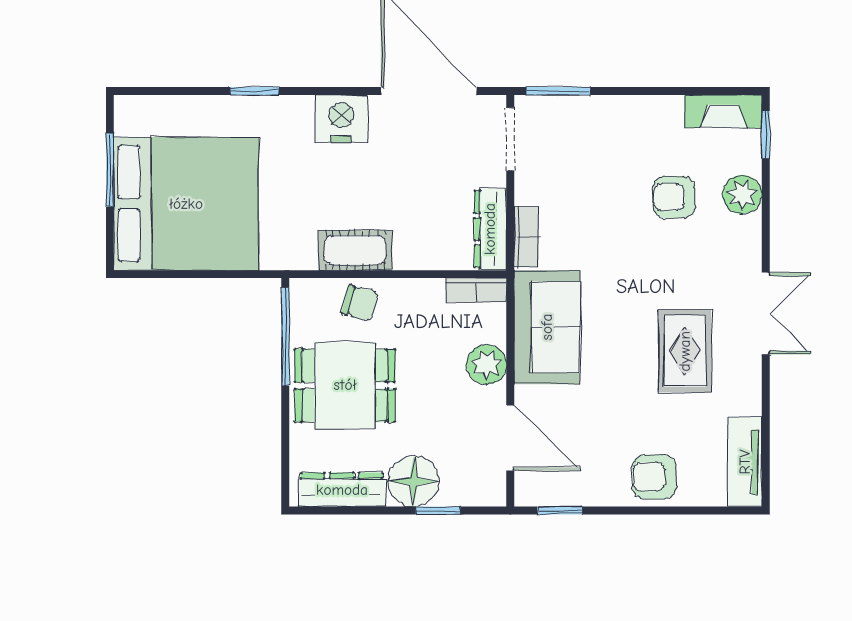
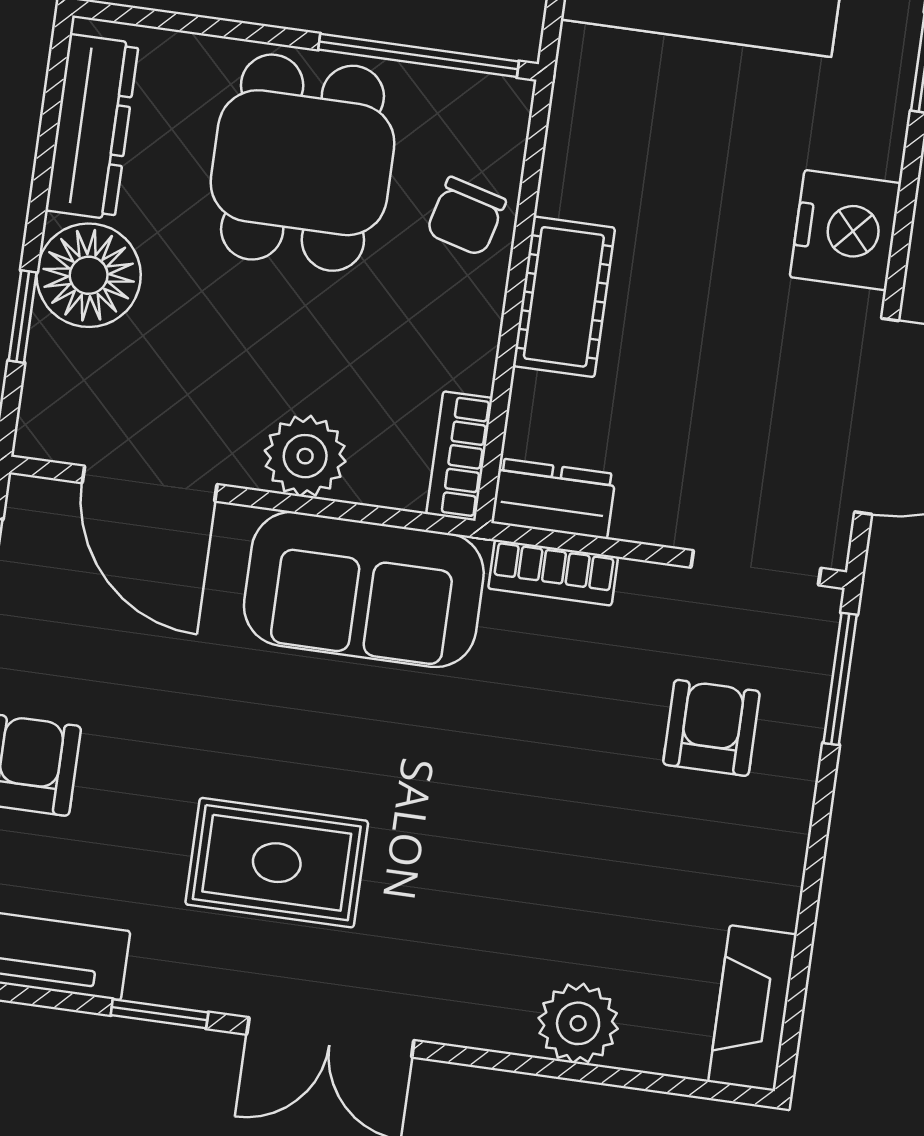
window: (766, 135) -> (159, 1014), moved
armchair: (674, 197) -> (711, 728), moved
dresser: (490, 229) -> (553, 499), width x0.70
cot: (355, 250) -> (564, 297), moved
door: (510, 438) -> (150, 484), hinge flipped

